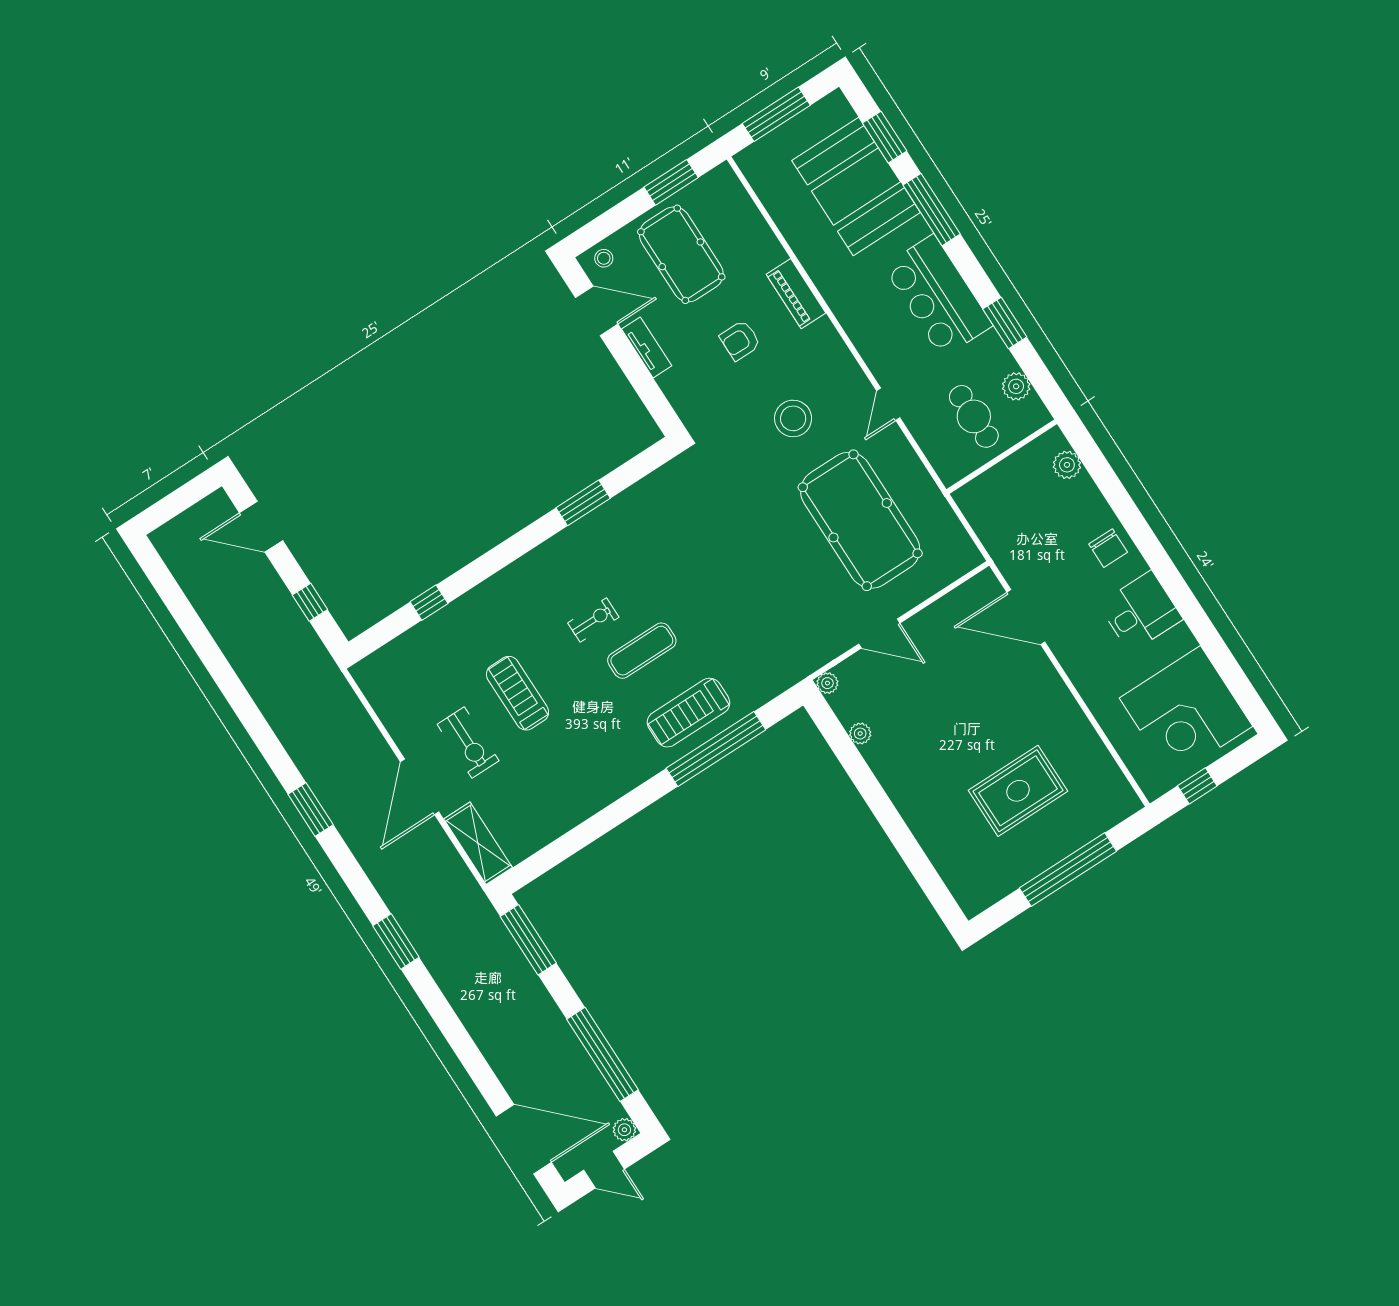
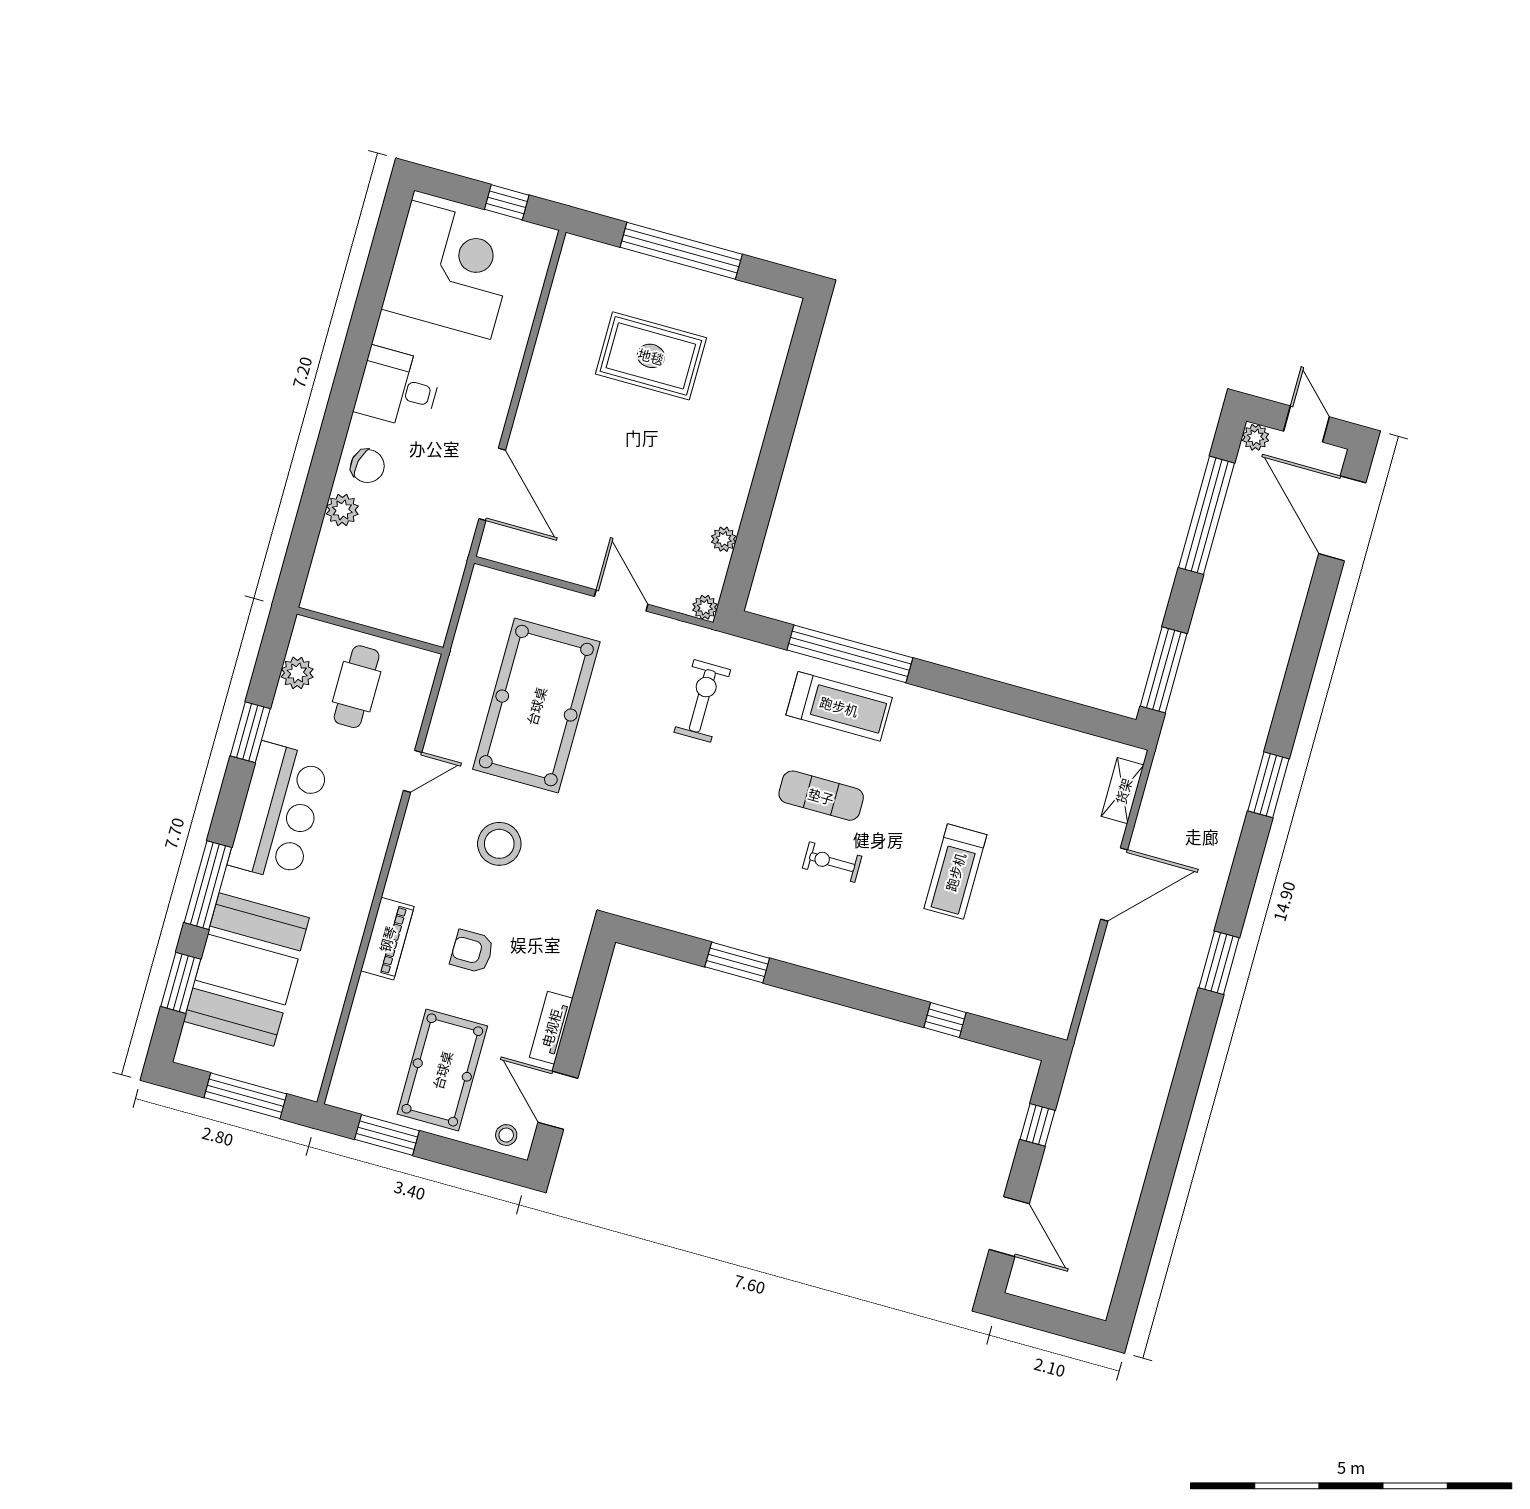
armchair: (740, 340) -> (472, 951), turned 180
plant: (1067, 465) -> (342, 510), moved
chair: (1108, 548) -> (367, 466), turned 103
exercise bike: (468, 743) -> (702, 701), moved
shelving: (478, 843) -> (1123, 791), width x0.67, depth x0.75

